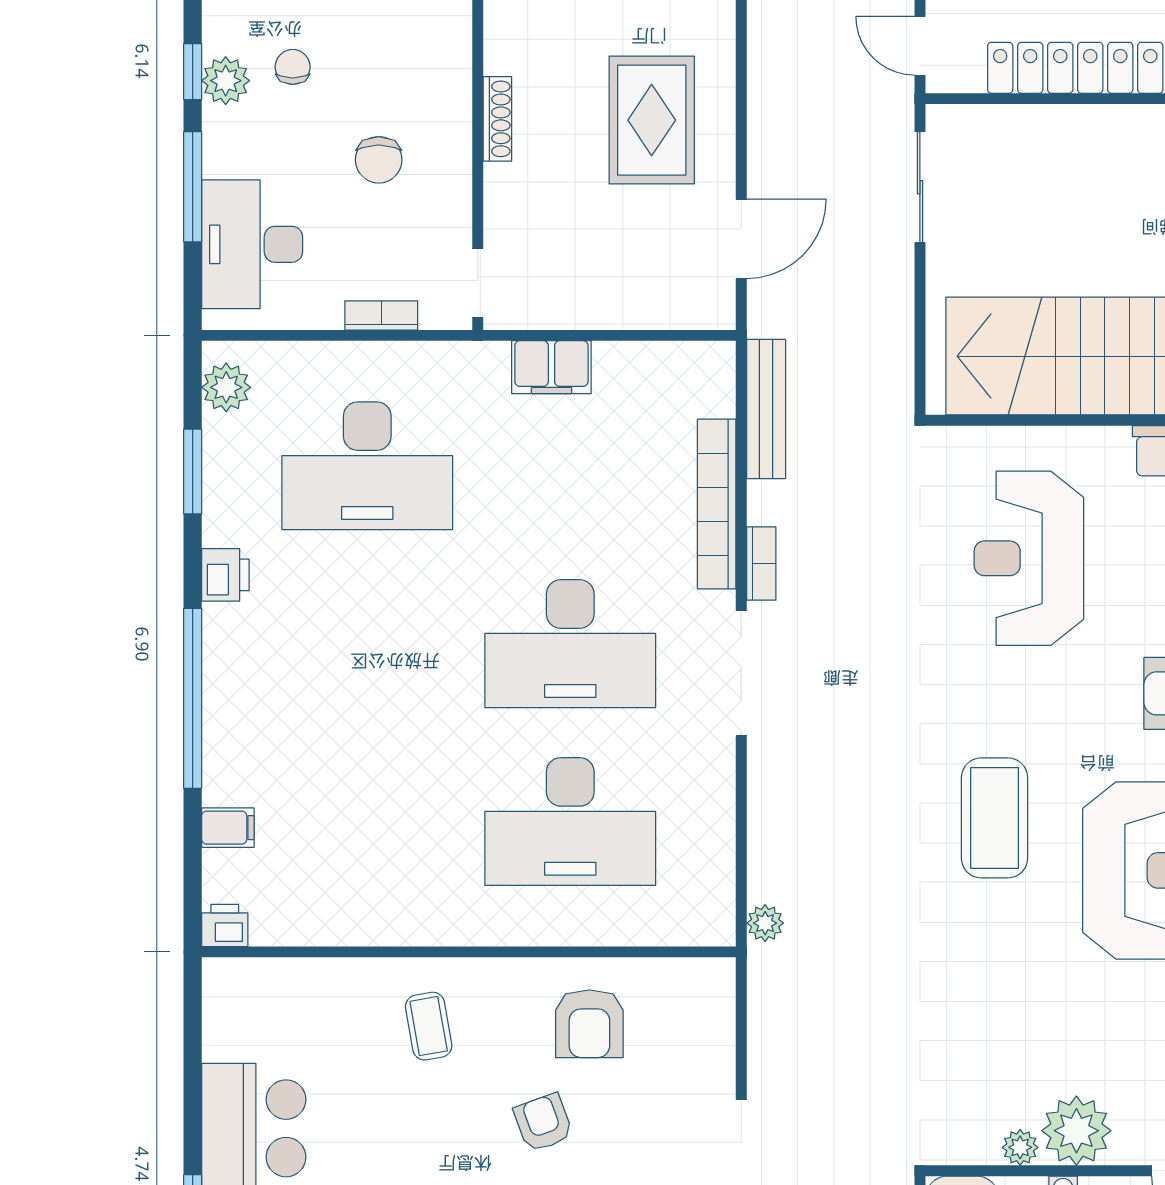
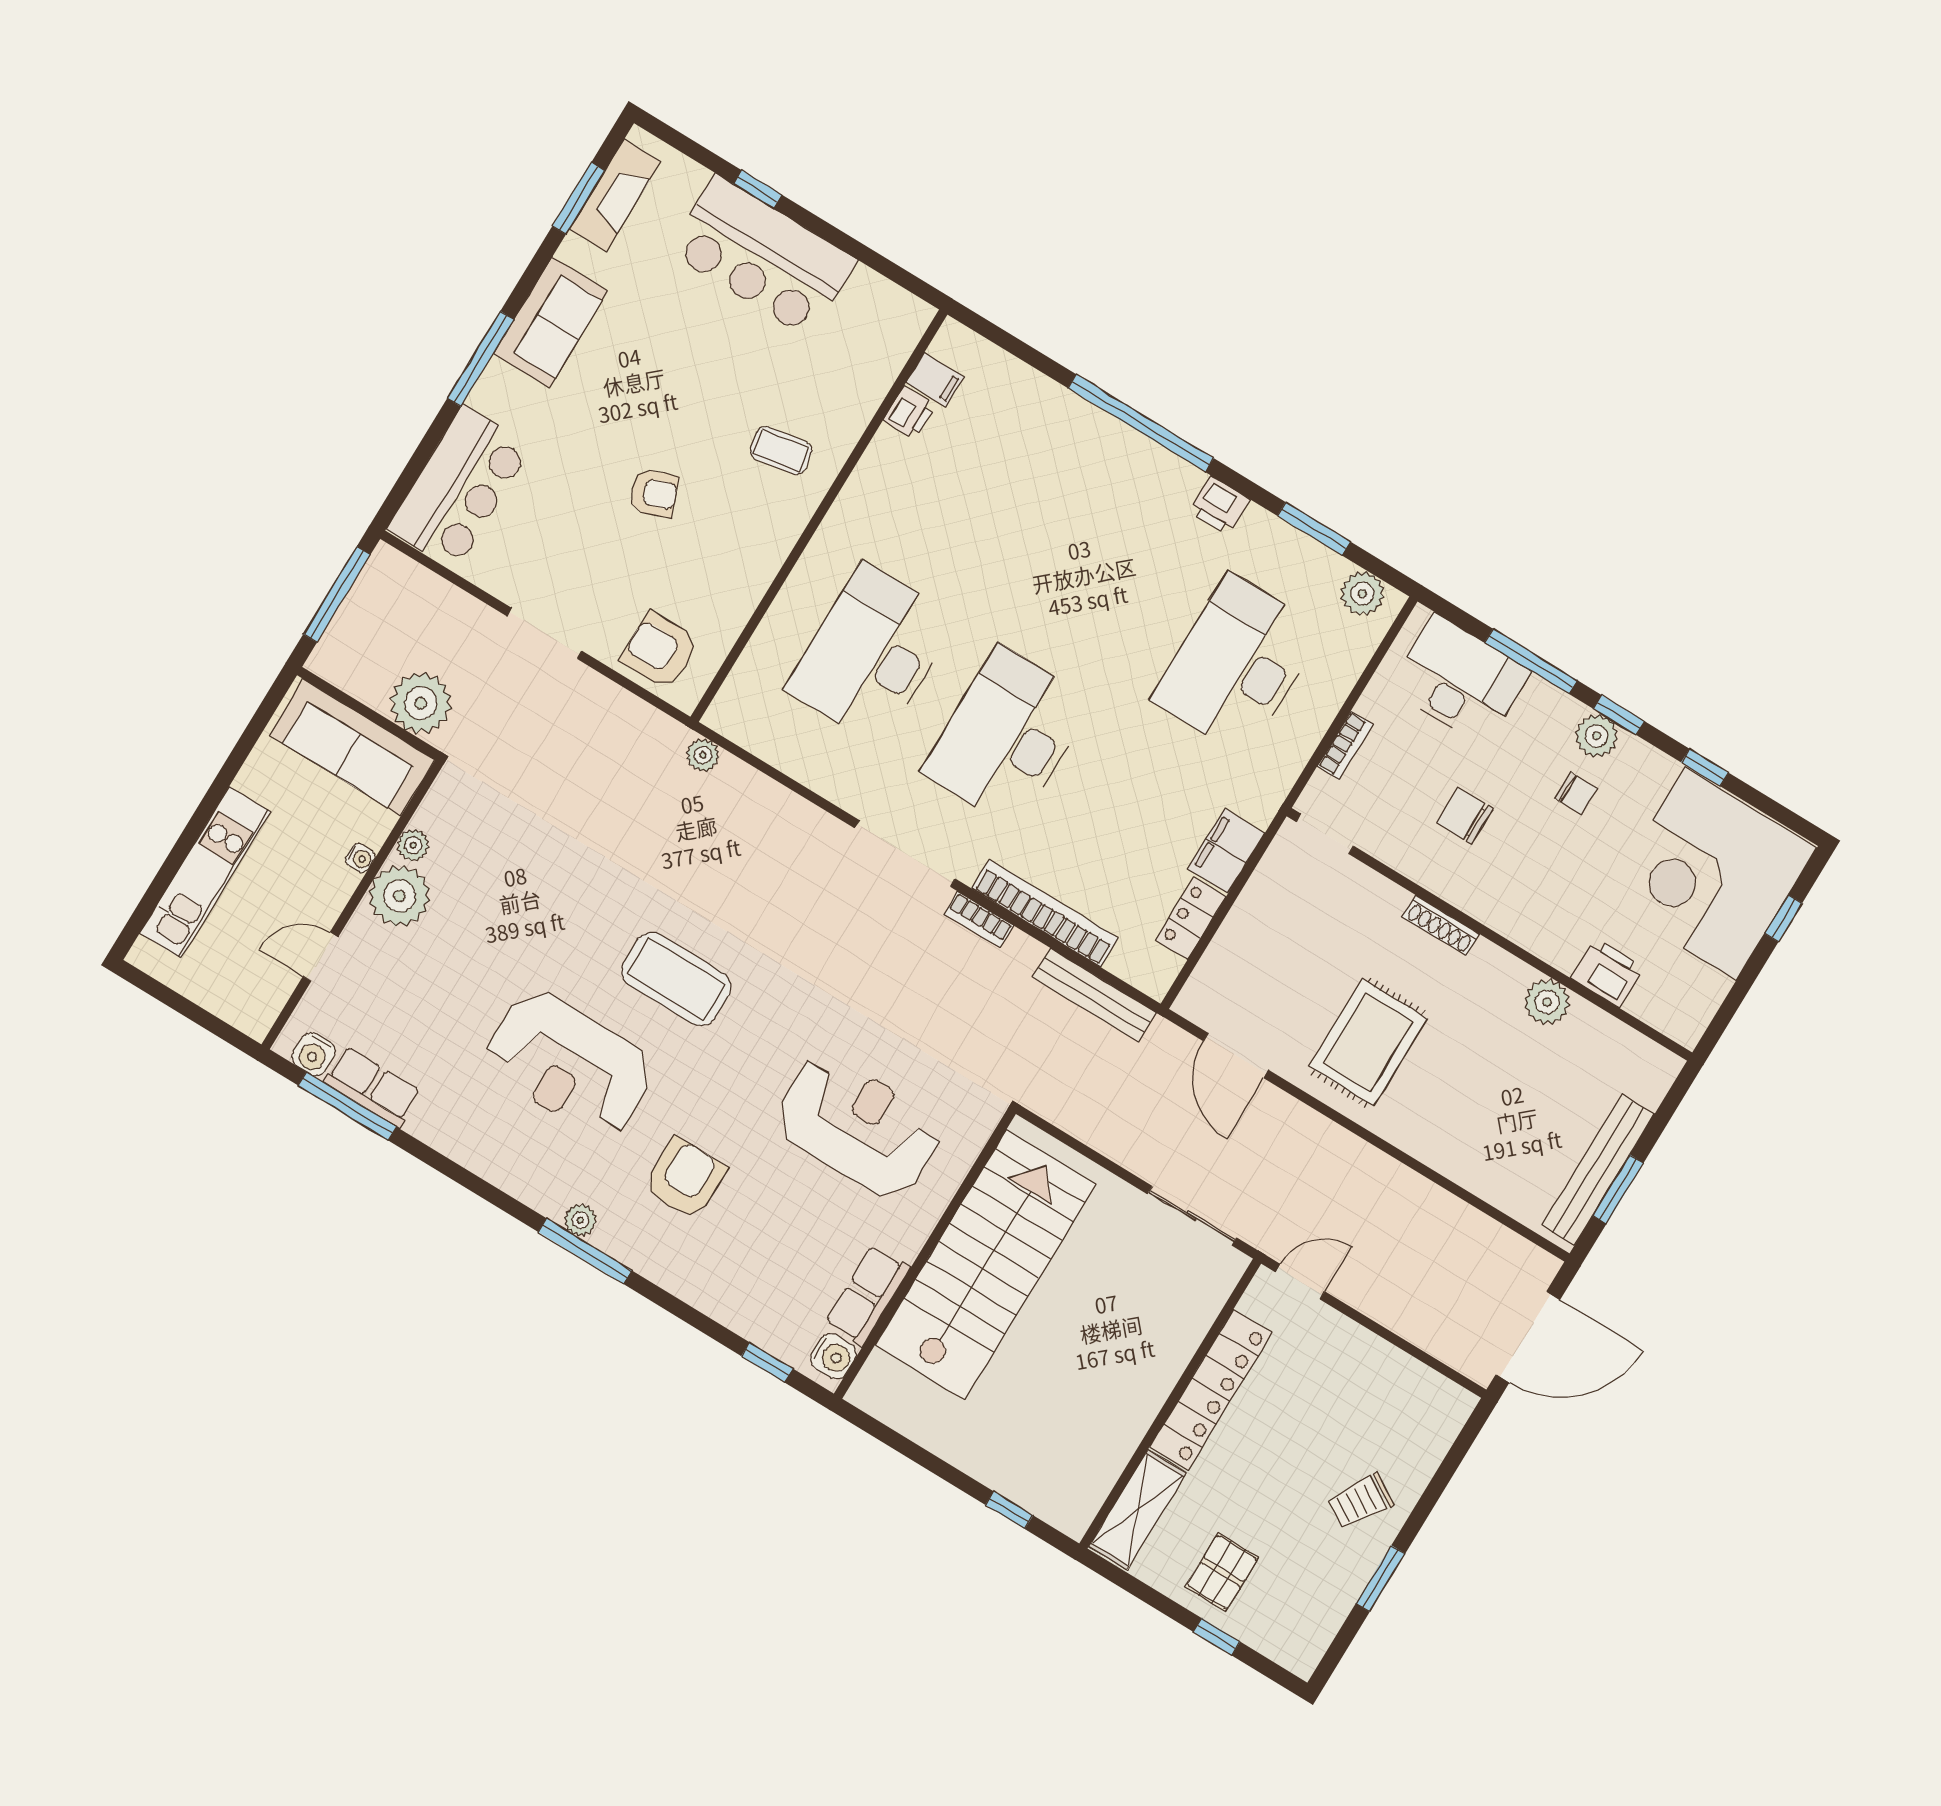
rug: (652, 120) -> (1368, 1042), turned 90
locker: (636, 362) -> (1191, 918), added
filing cabinet: (228, 828) -> (935, 380), moved, turned -90
printer: (225, 926) -> (909, 413), moved
armchair: (589, 1024) -> (660, 650), moved

